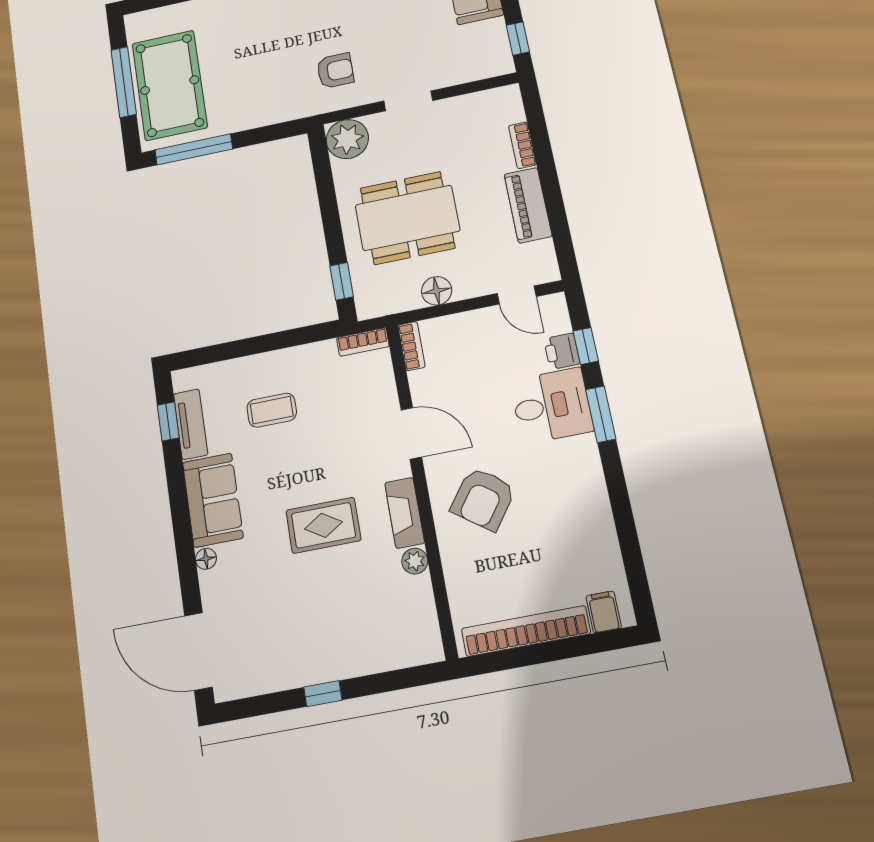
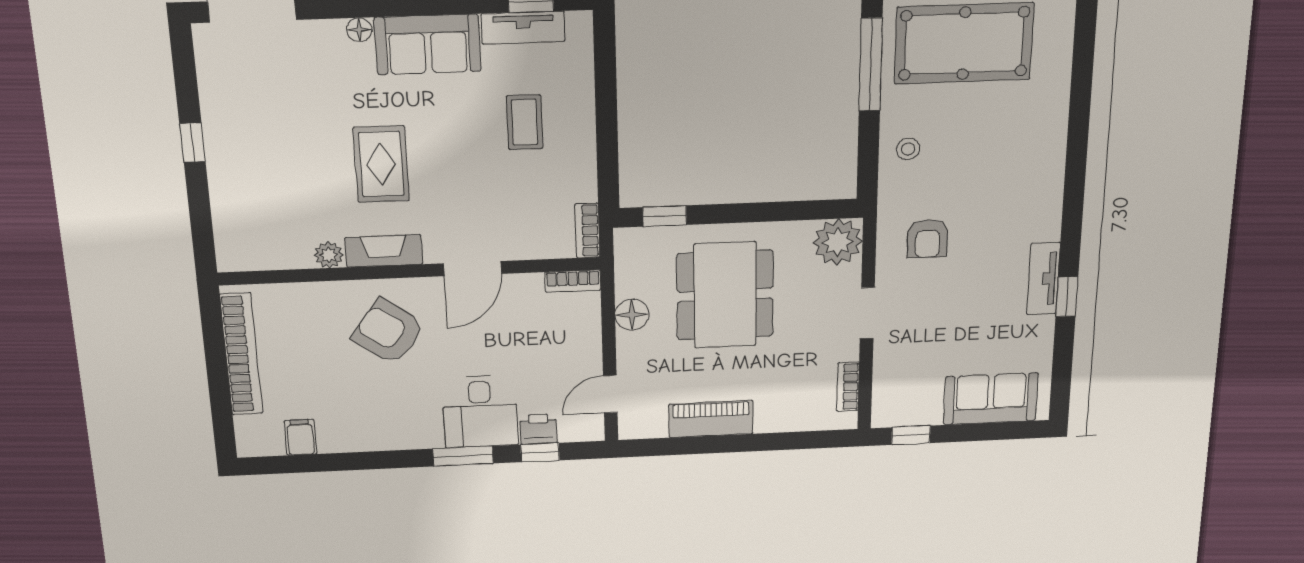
stool: (260, 104) -> (908, 149), added
bookcase: (522, 145) -> (848, 387), moved, turned -90
filing cabinet: (604, 612) -> (300, 437), moved, turned -90

